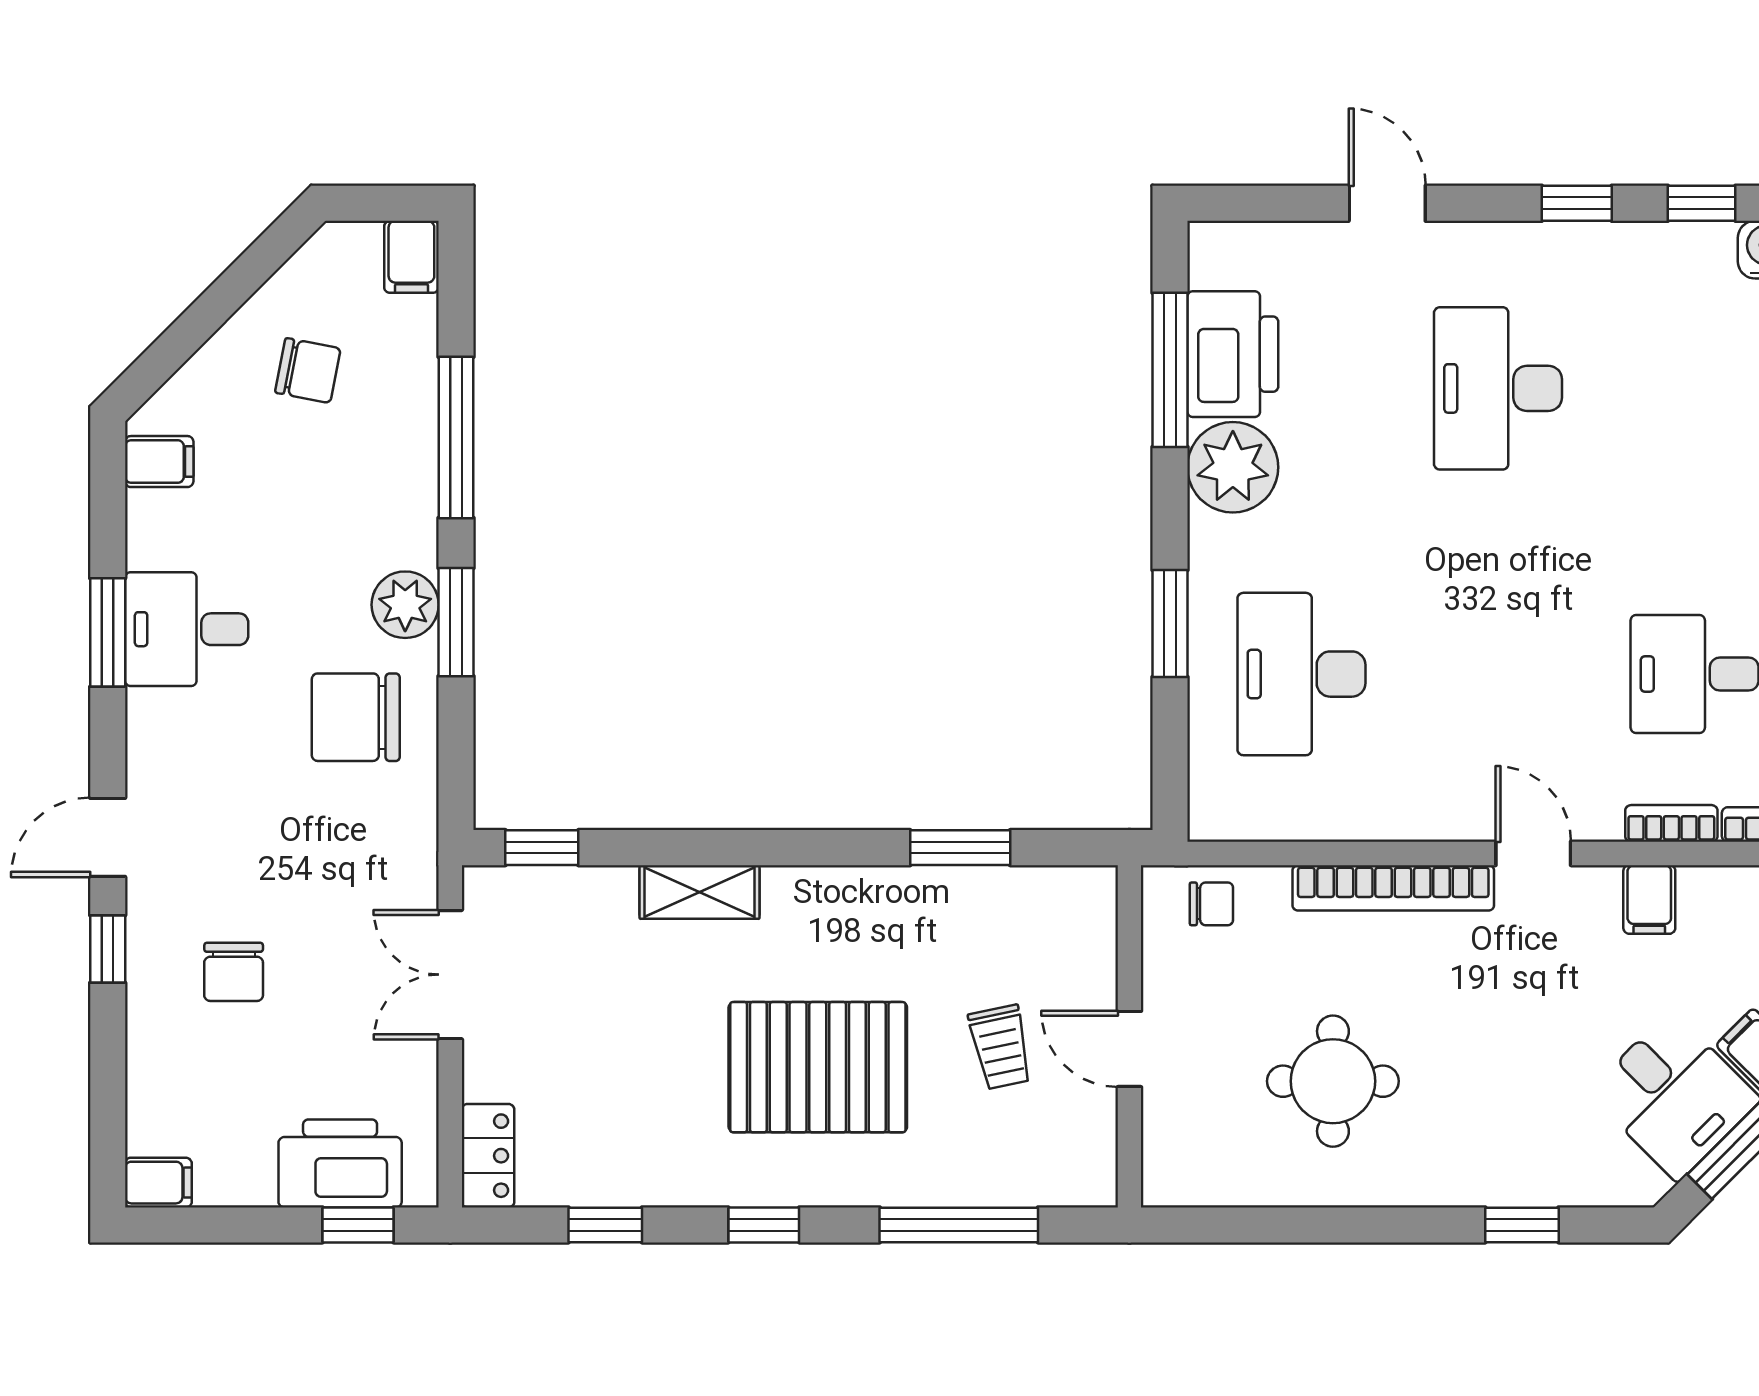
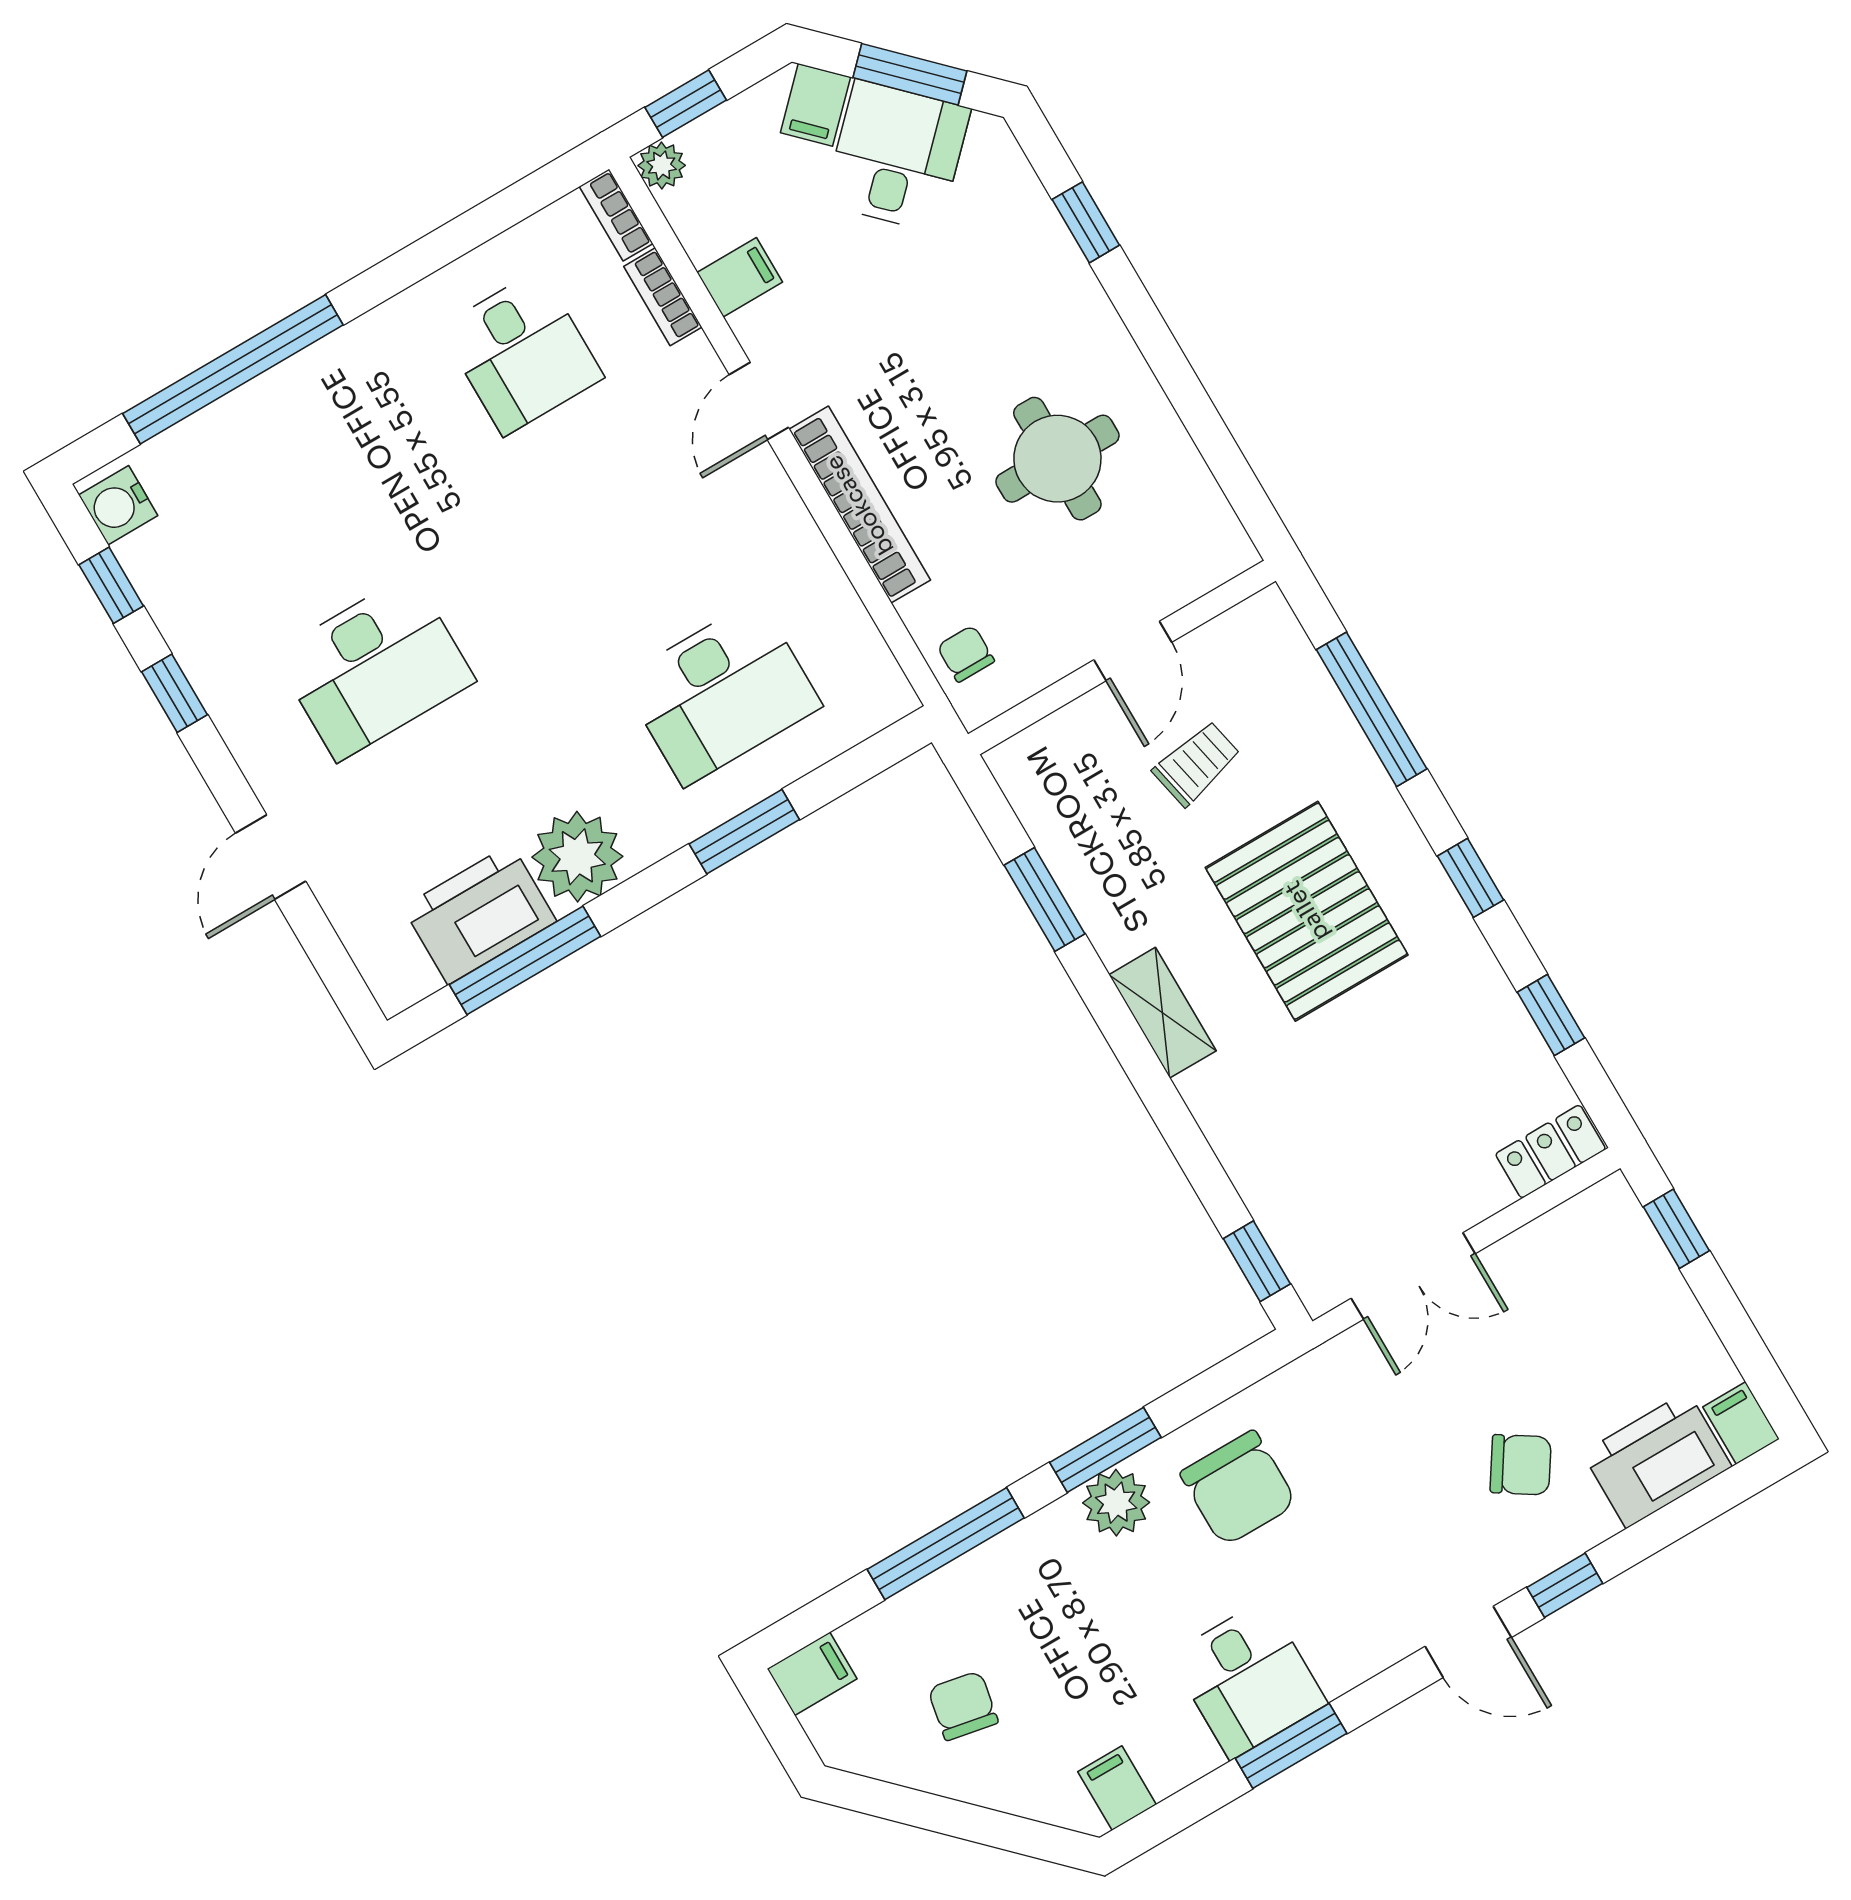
shelving: (700, 892) -> (1163, 1013), moved
chair: (234, 972) -> (1521, 1465), turned 33
printer: (340, 1163) -> (1657, 1460), moved, turned 90

